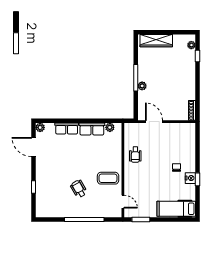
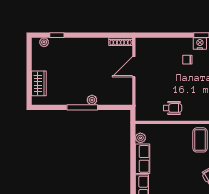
wardrobe: (156, 41) -> (39, 83), width x0.67
door: (154, 122) -> (134, 67), moved

